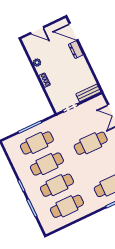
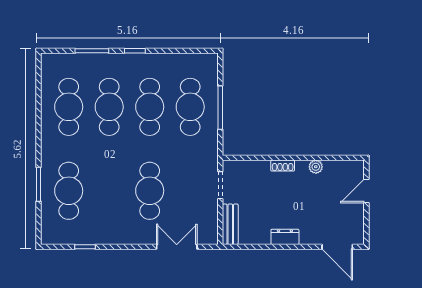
door: (73, 32) -> (337, 247), swing flipped
dresser: (76, 50) -> (285, 237), moved

